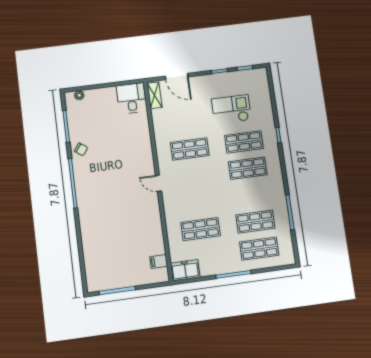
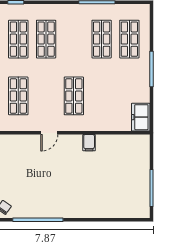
shop shelf: (201, 229) -> (74, 96), moved
filing cabinet: (159, 261) -> (89, 143), moved

